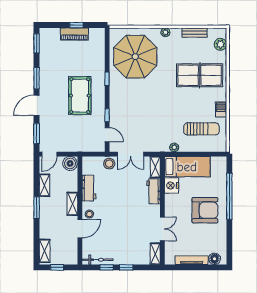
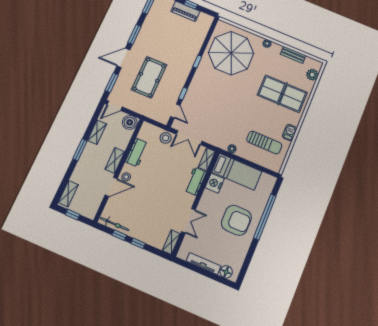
pool table: (80, 96) -> (149, 77), moved

